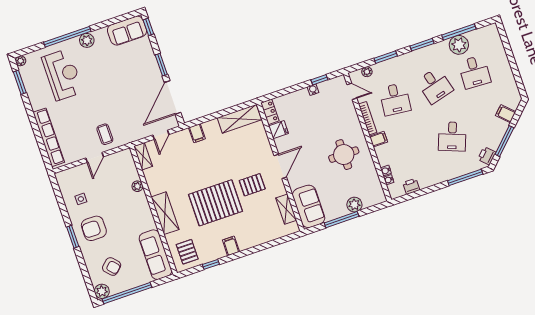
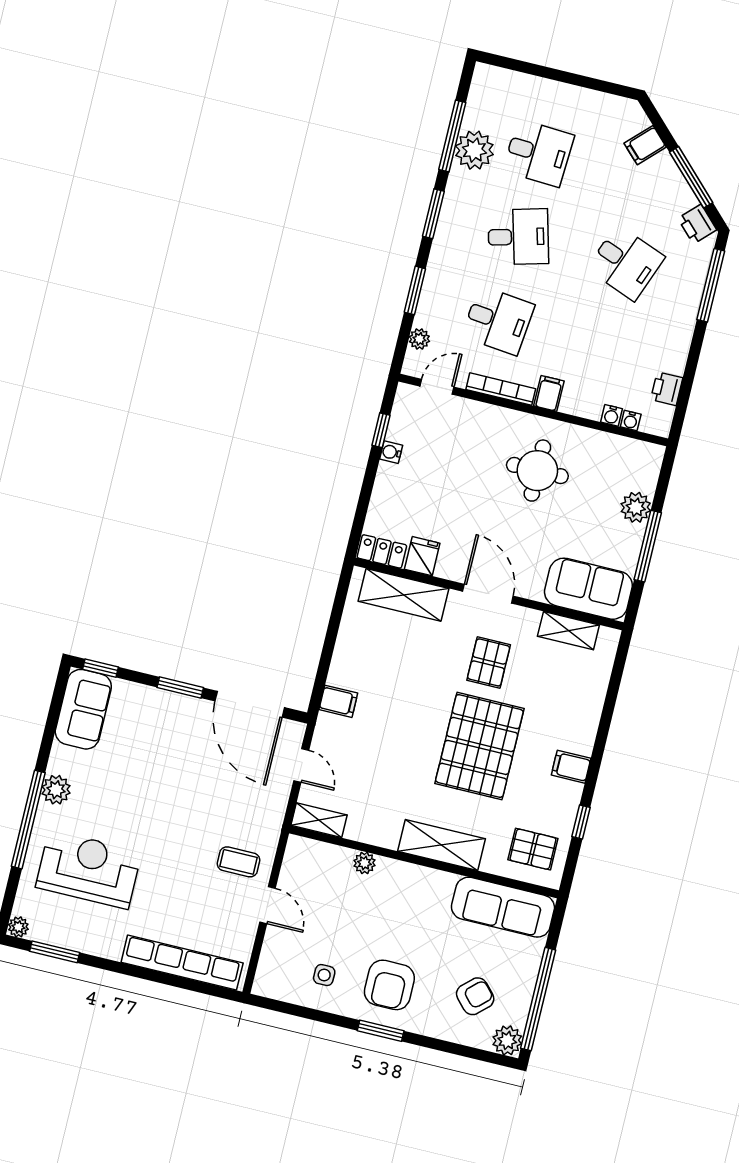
shelving: (239, 119) -> (404, 595), moved, turned 90

